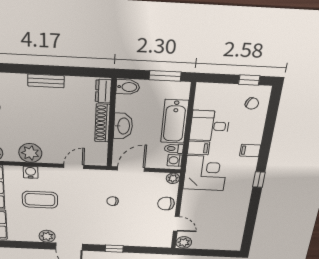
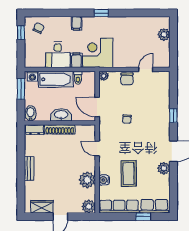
washing machine: (175, 160) -> (32, 76), moved
plant: (184, 242) -> (164, 34), moved

